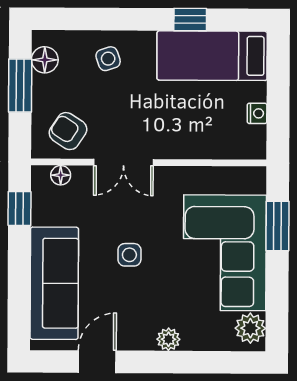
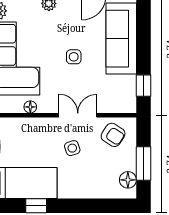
side table: (108, 59) -> (72, 148), moved
floor lamp: (61, 175) -> (30, 107), moved

